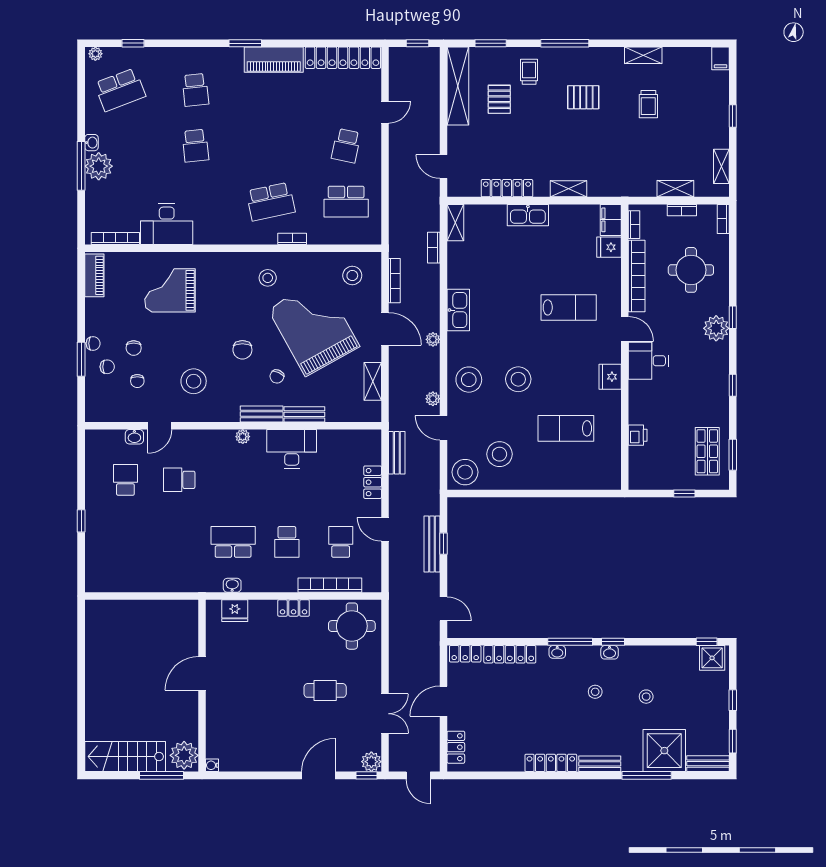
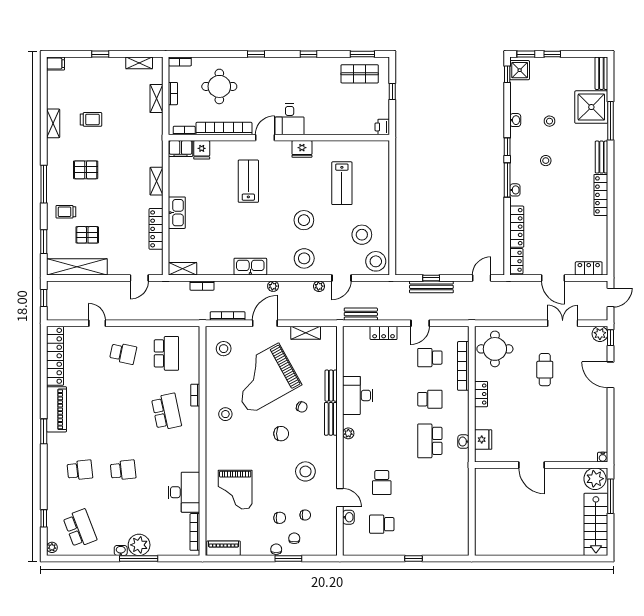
pallet: (583, 97) -> (86, 170), turned 90
plant: (716, 328) -> (264, 67), removed
printer: (638, 435) -> (382, 127), moved, turned -90
washbasin: (610, 652) -> (515, 120), moved
window: (733, 741) -> (526, 54), moved

